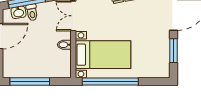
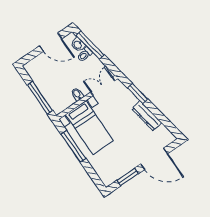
window: (30, 82) -> (40, 98), moved
window: (110, 82) -> (73, 146), width x0.68

